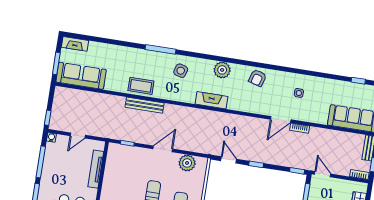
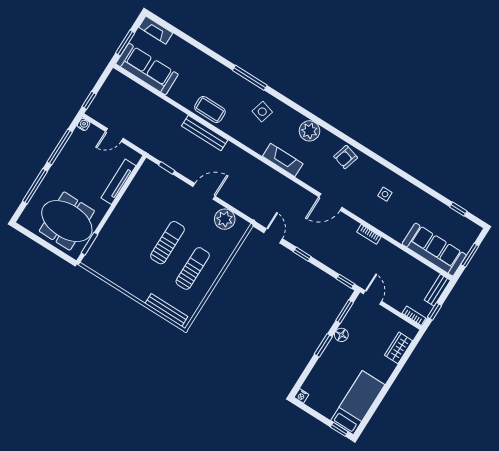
door: (281, 120) -> (330, 202), moved

